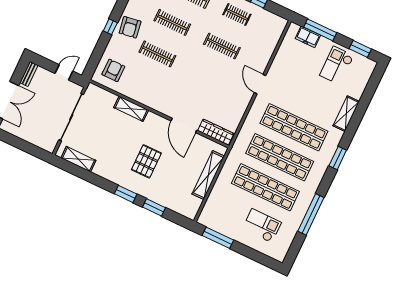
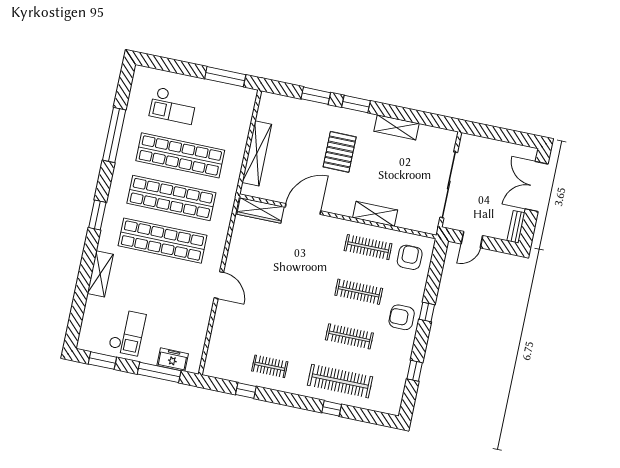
armchair: (130, 27) -> (402, 317), turned -81
clothes rail: (222, 46) -> (368, 247), moved
armchair: (113, 70) -> (410, 257), turned 180
door: (184, 125) -> (303, 209), hinge flipped
shelving: (78, 159) -> (396, 127), moved

